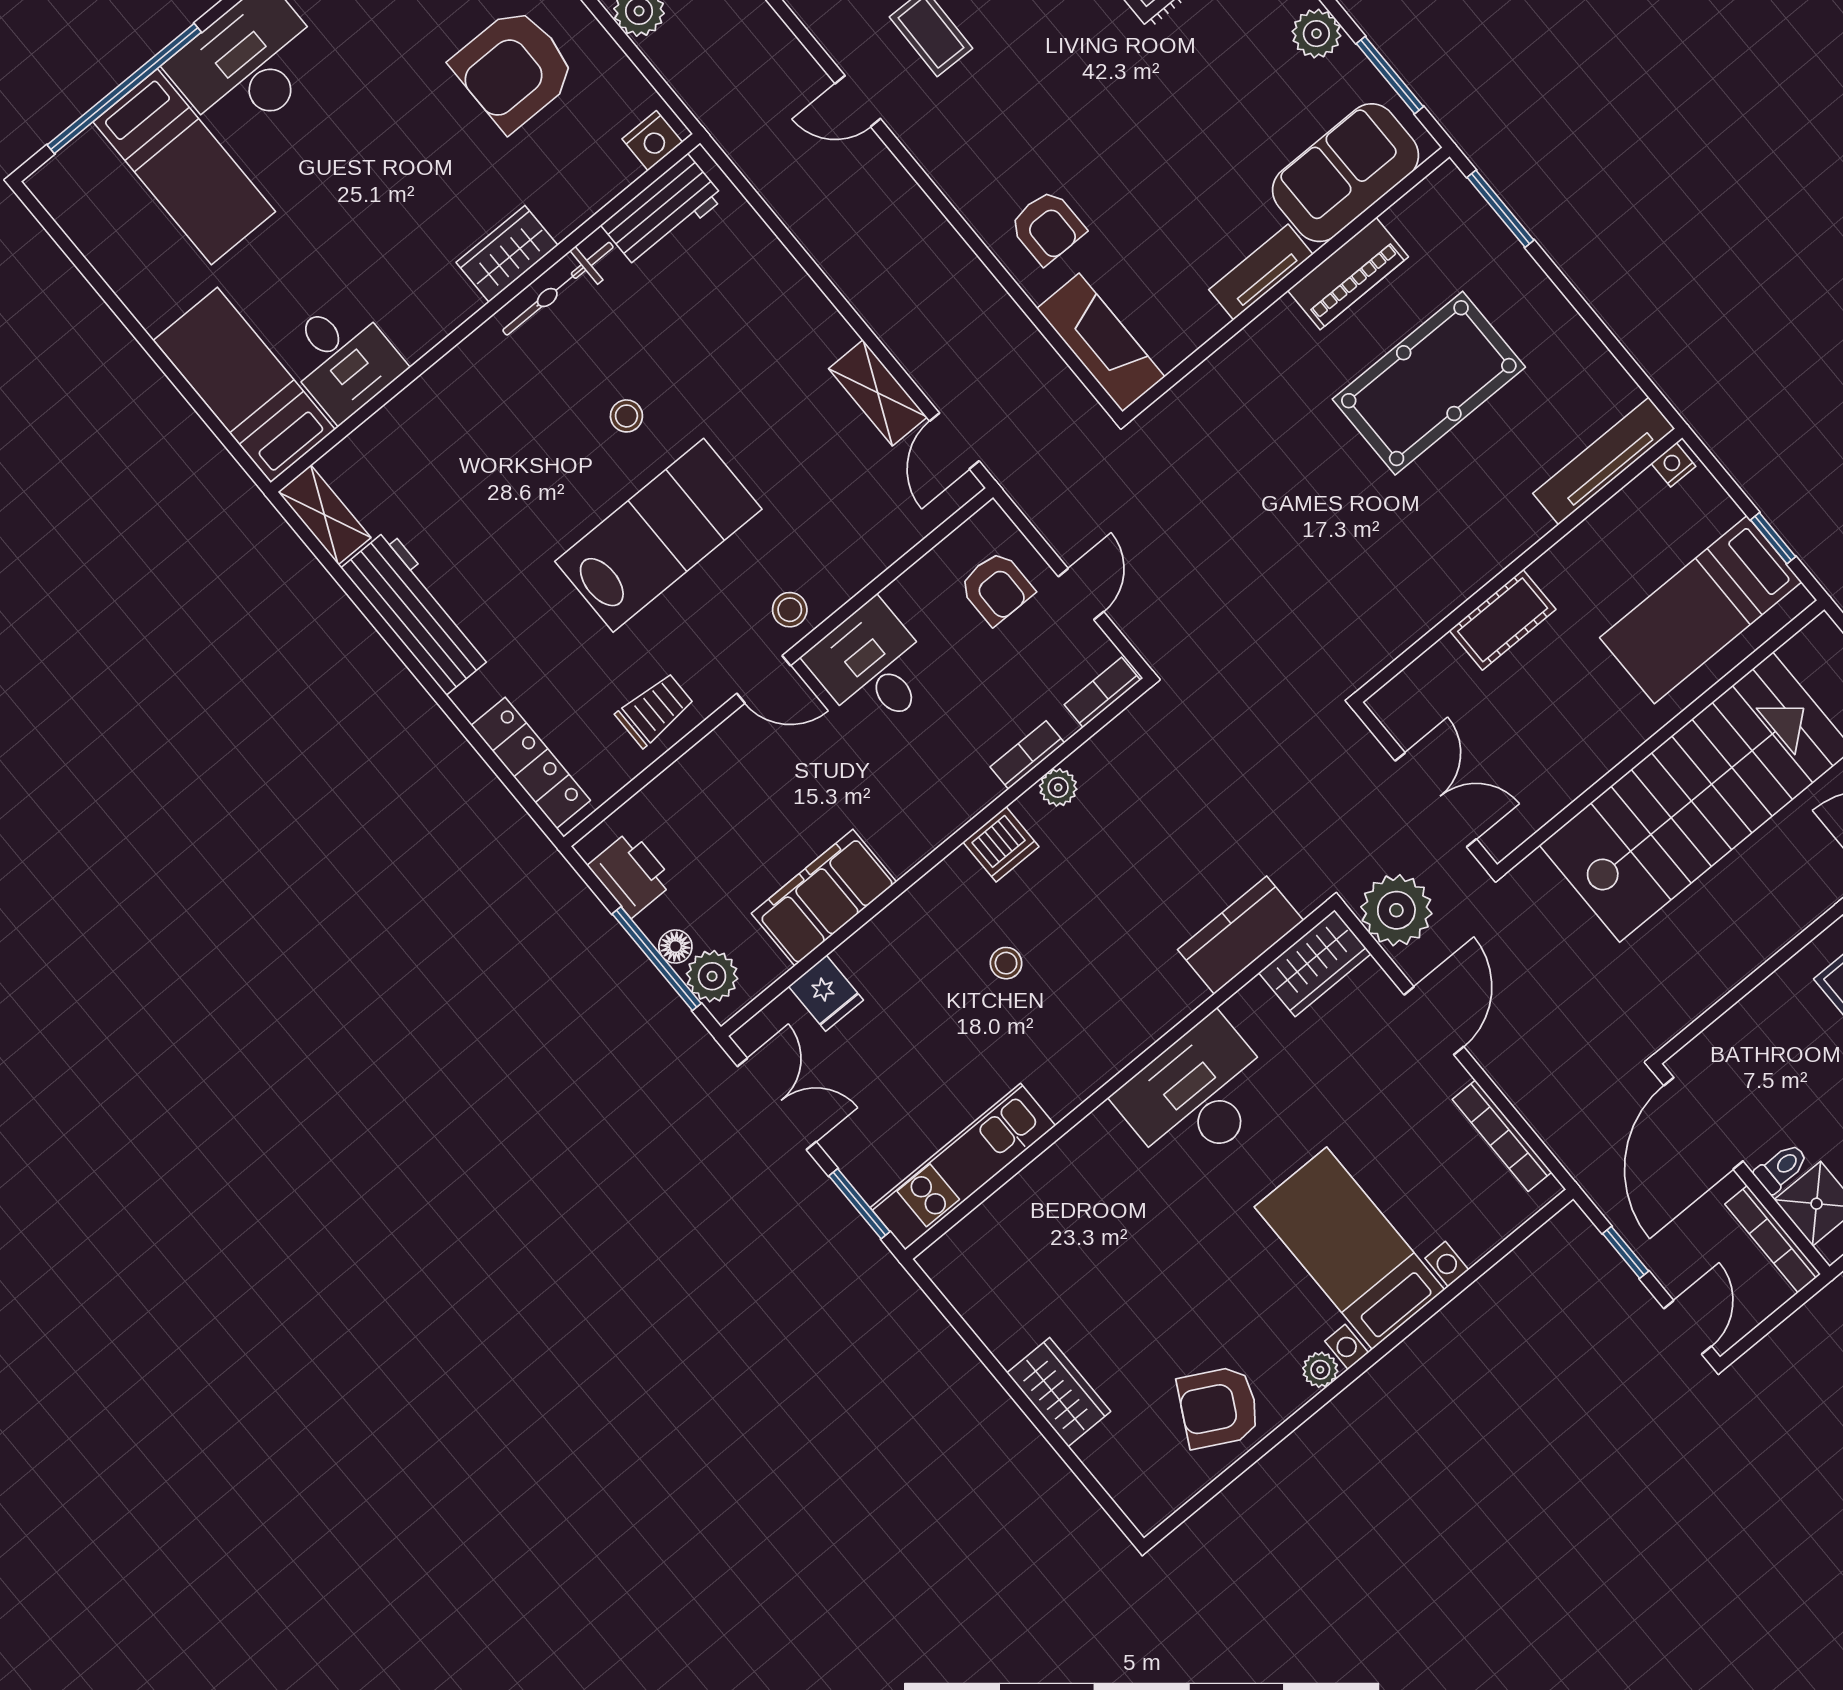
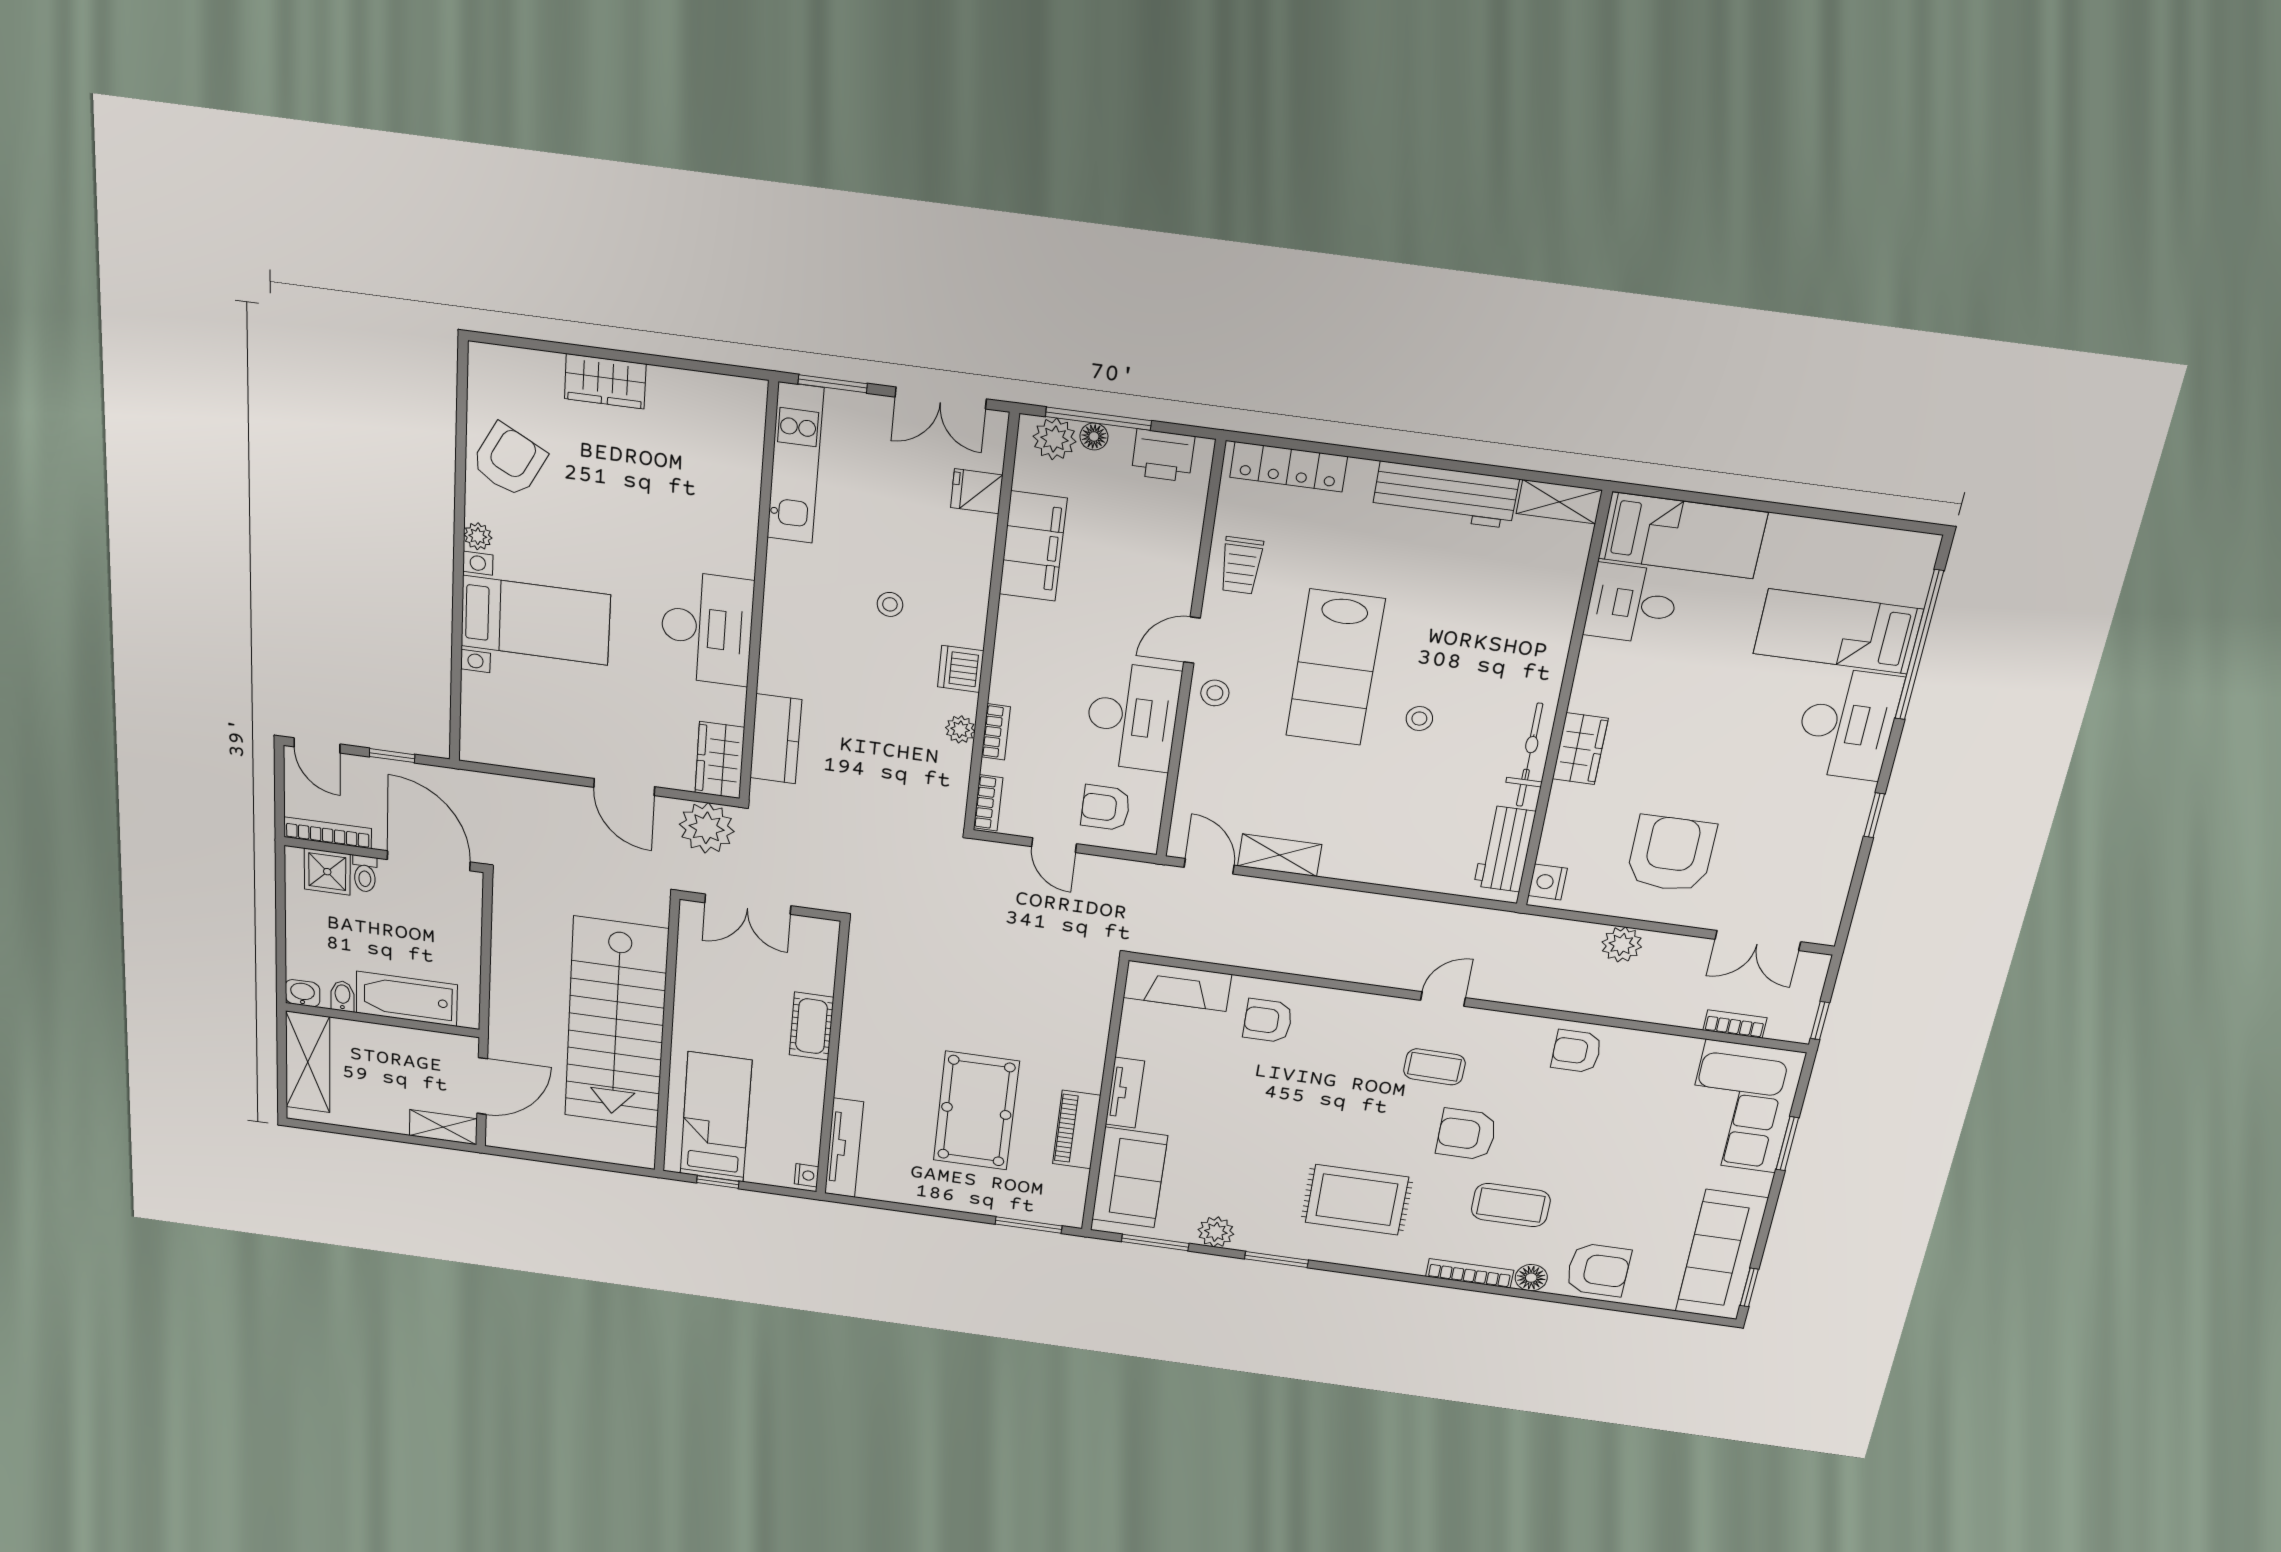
desk: (872, 667) -> (1132, 717), width x1.37
bookcase: (1502, 1136) -> (523, 758), removed

